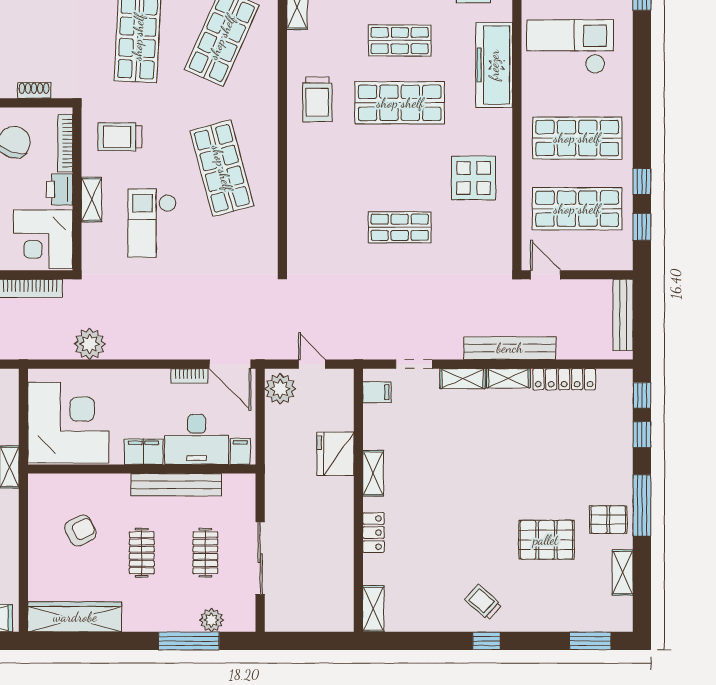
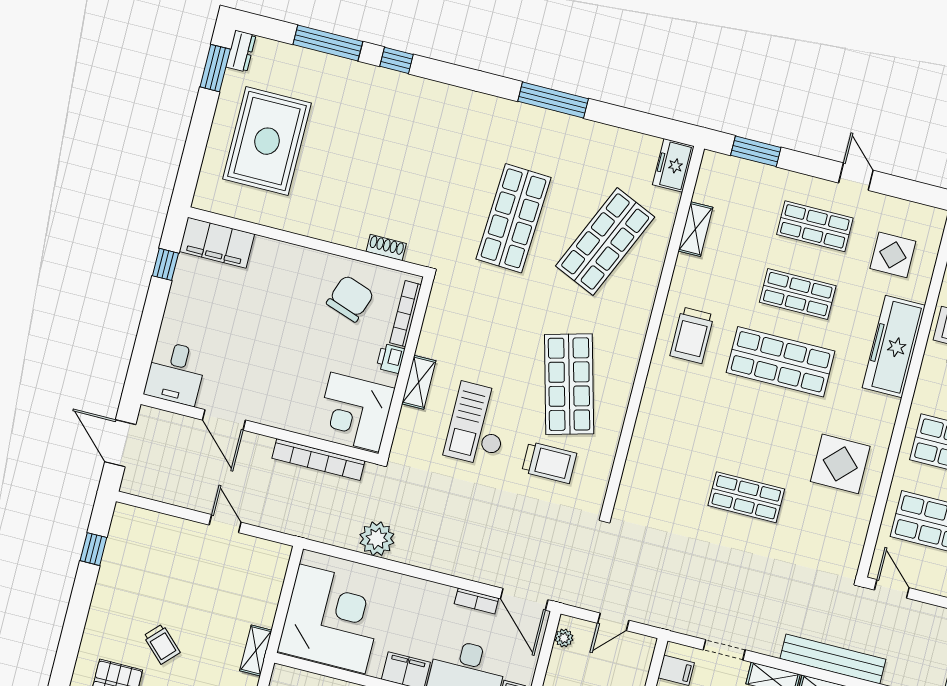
trolley: (120, 137) -> (549, 463), moved, turned 180
printer: (60, 189) -> (391, 358), width x0.73, depth x0.81
door: (312, 364) -> (613, 622), swing flipped
plant: (280, 389) -> (564, 638), width x0.53, depth x0.53

